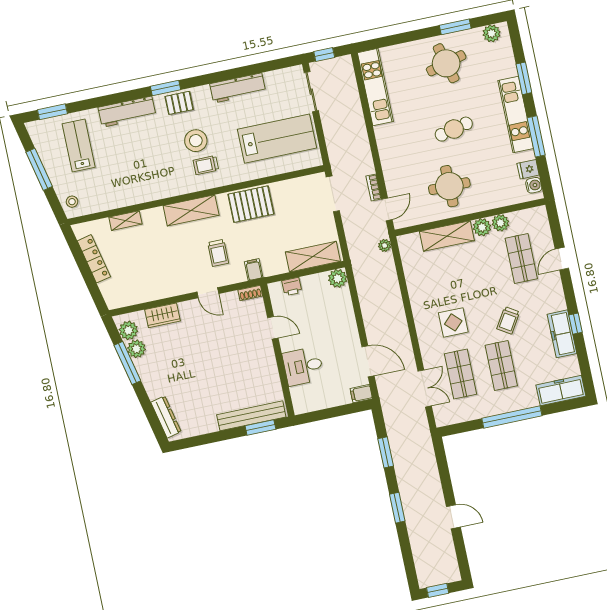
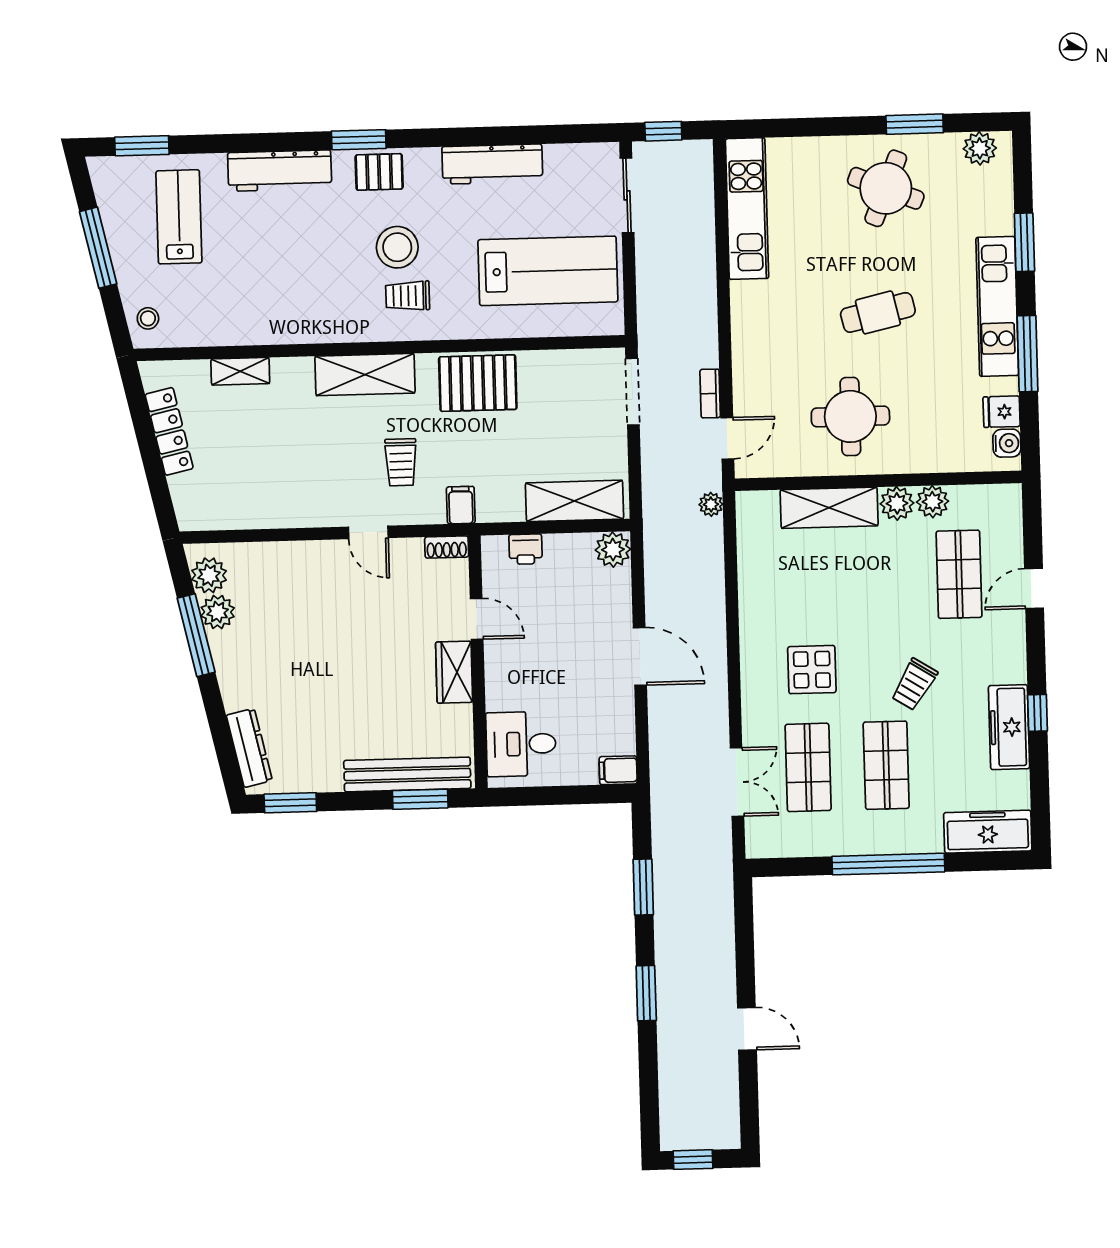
round table: (446, 63) -> (886, 188), turned 37
wardrobe: (162, 315) -> (454, 672), moved, turned 90
door: (368, 361) -> (640, 656), moved
desk: (303, 366) -> (521, 744), moved
window: (193, 442) -> (290, 803), added

